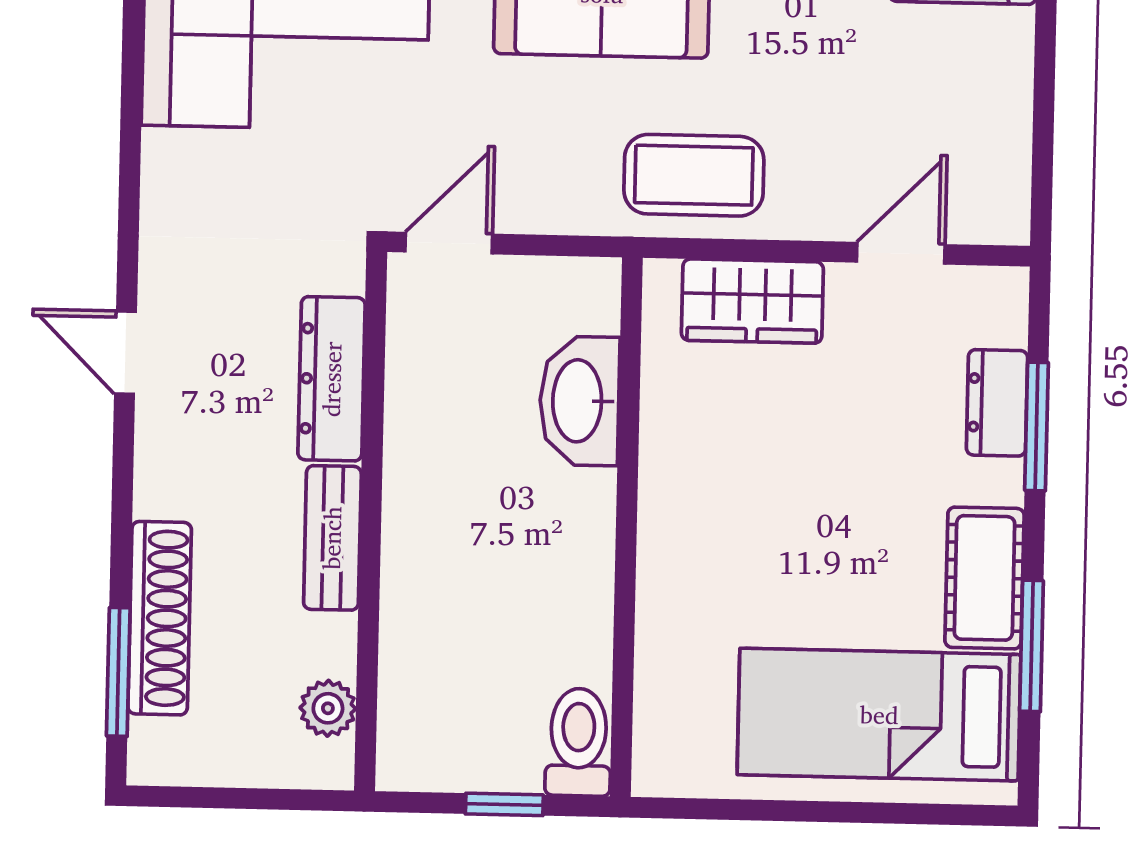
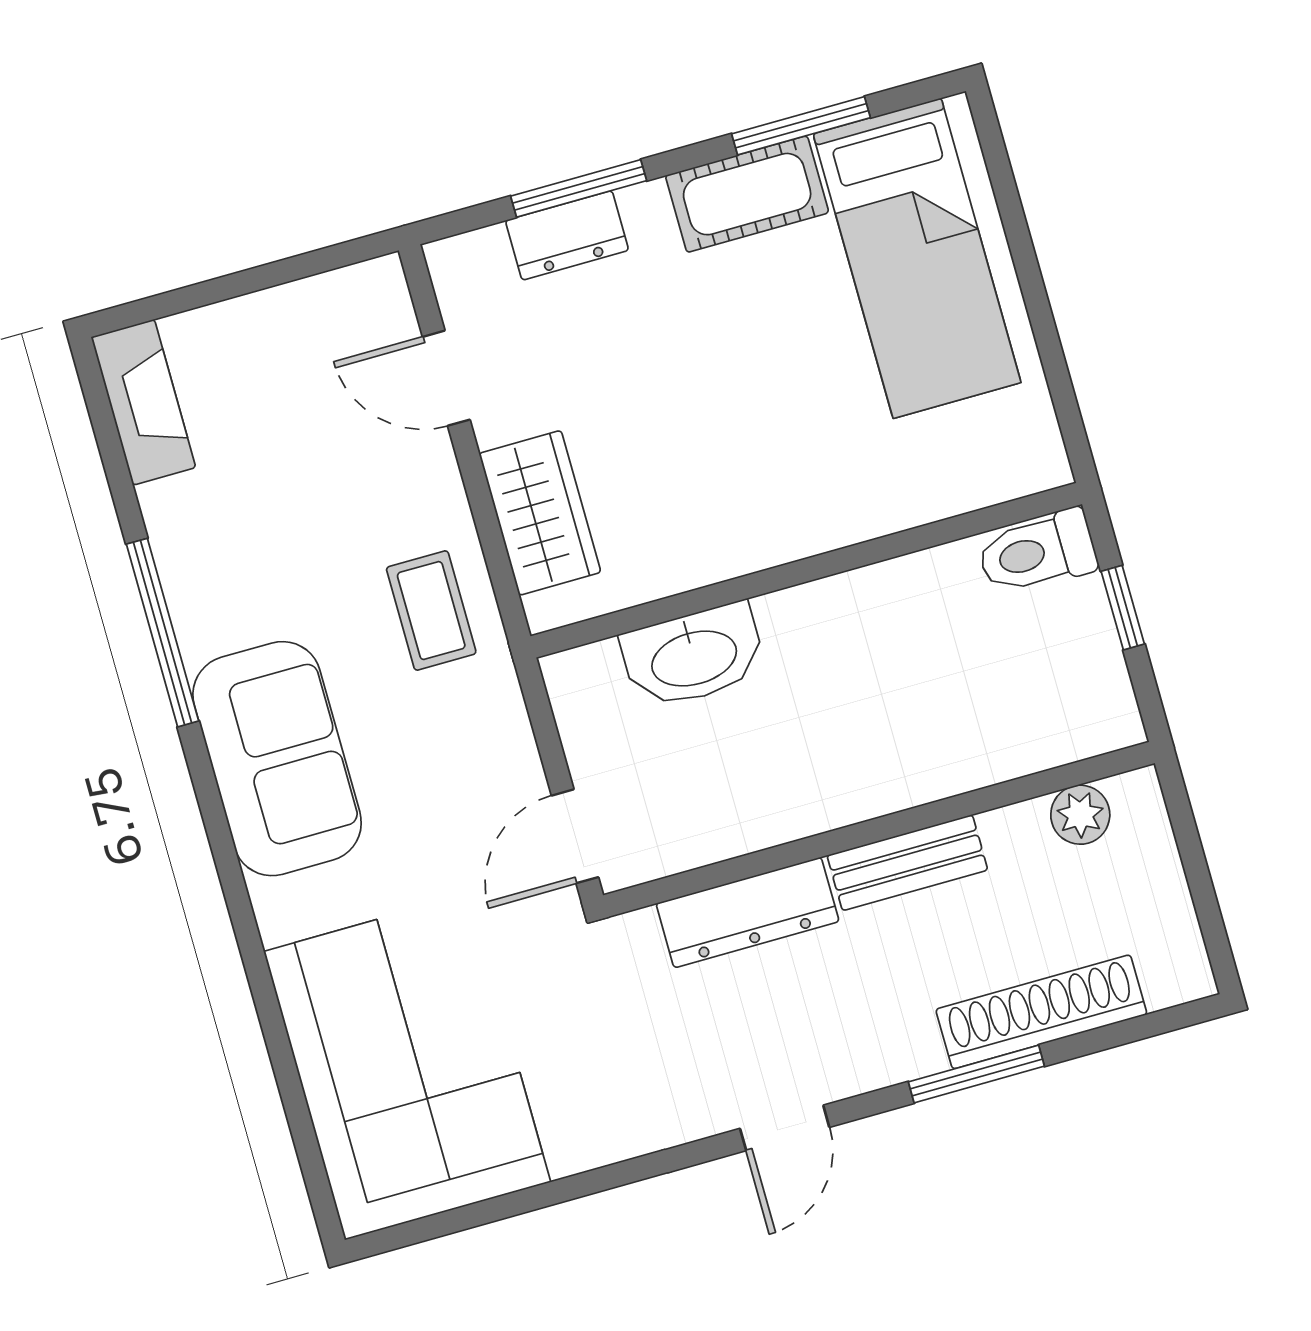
coffee table: (694, 175) -> (431, 611), width x0.73, depth x0.77
door: (449, 243) -> (575, 836), hinge flipped
window: (118, 672) -> (976, 1074), moved

